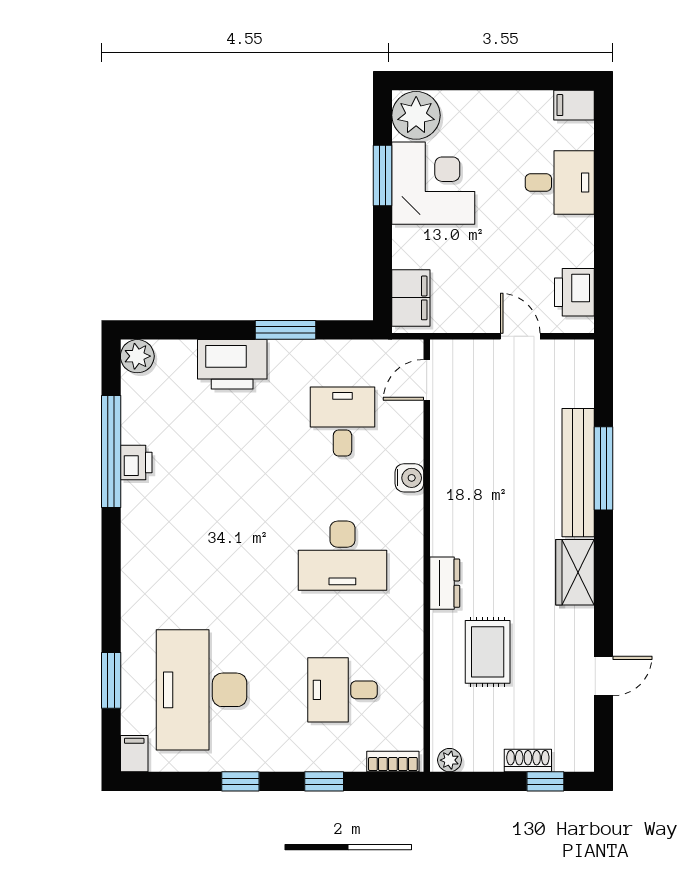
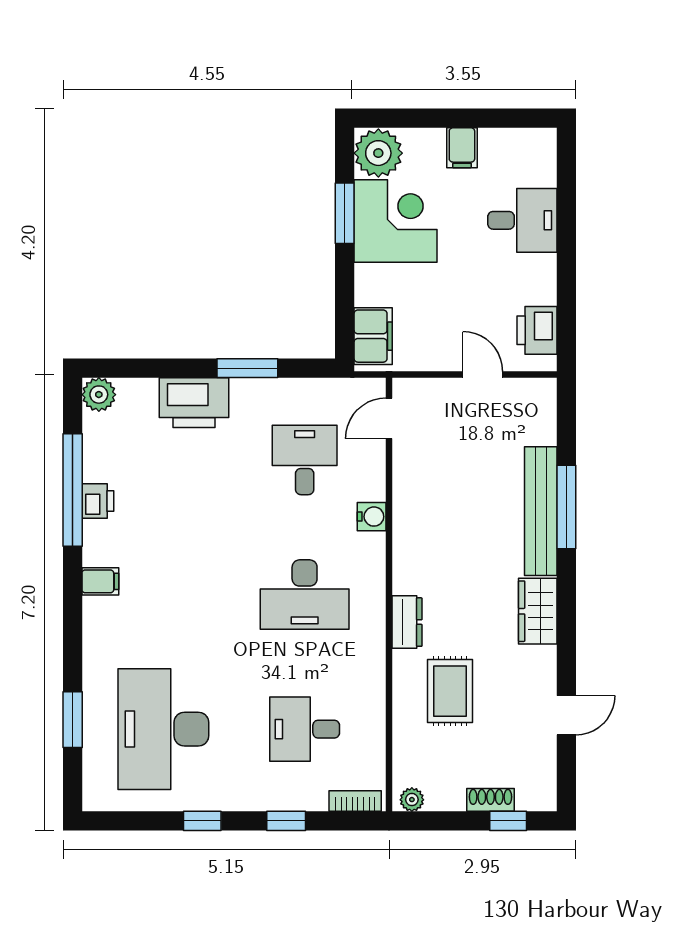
filing cabinet: (574, 105) -> (462, 148), moved, turned -90
filing cabinet: (134, 754) -> (100, 581), moved, turned 90

